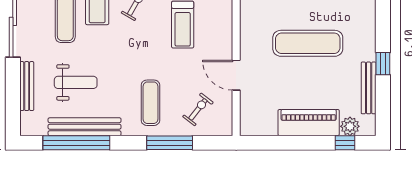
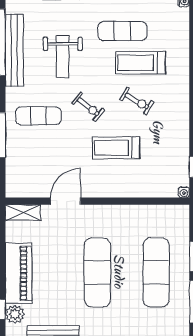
weight bench: (76, 82) -> (63, 57), moved
exercise bike: (198, 109) -> (88, 107), moved
shelving: (248, 118) -> (23, 213), added

